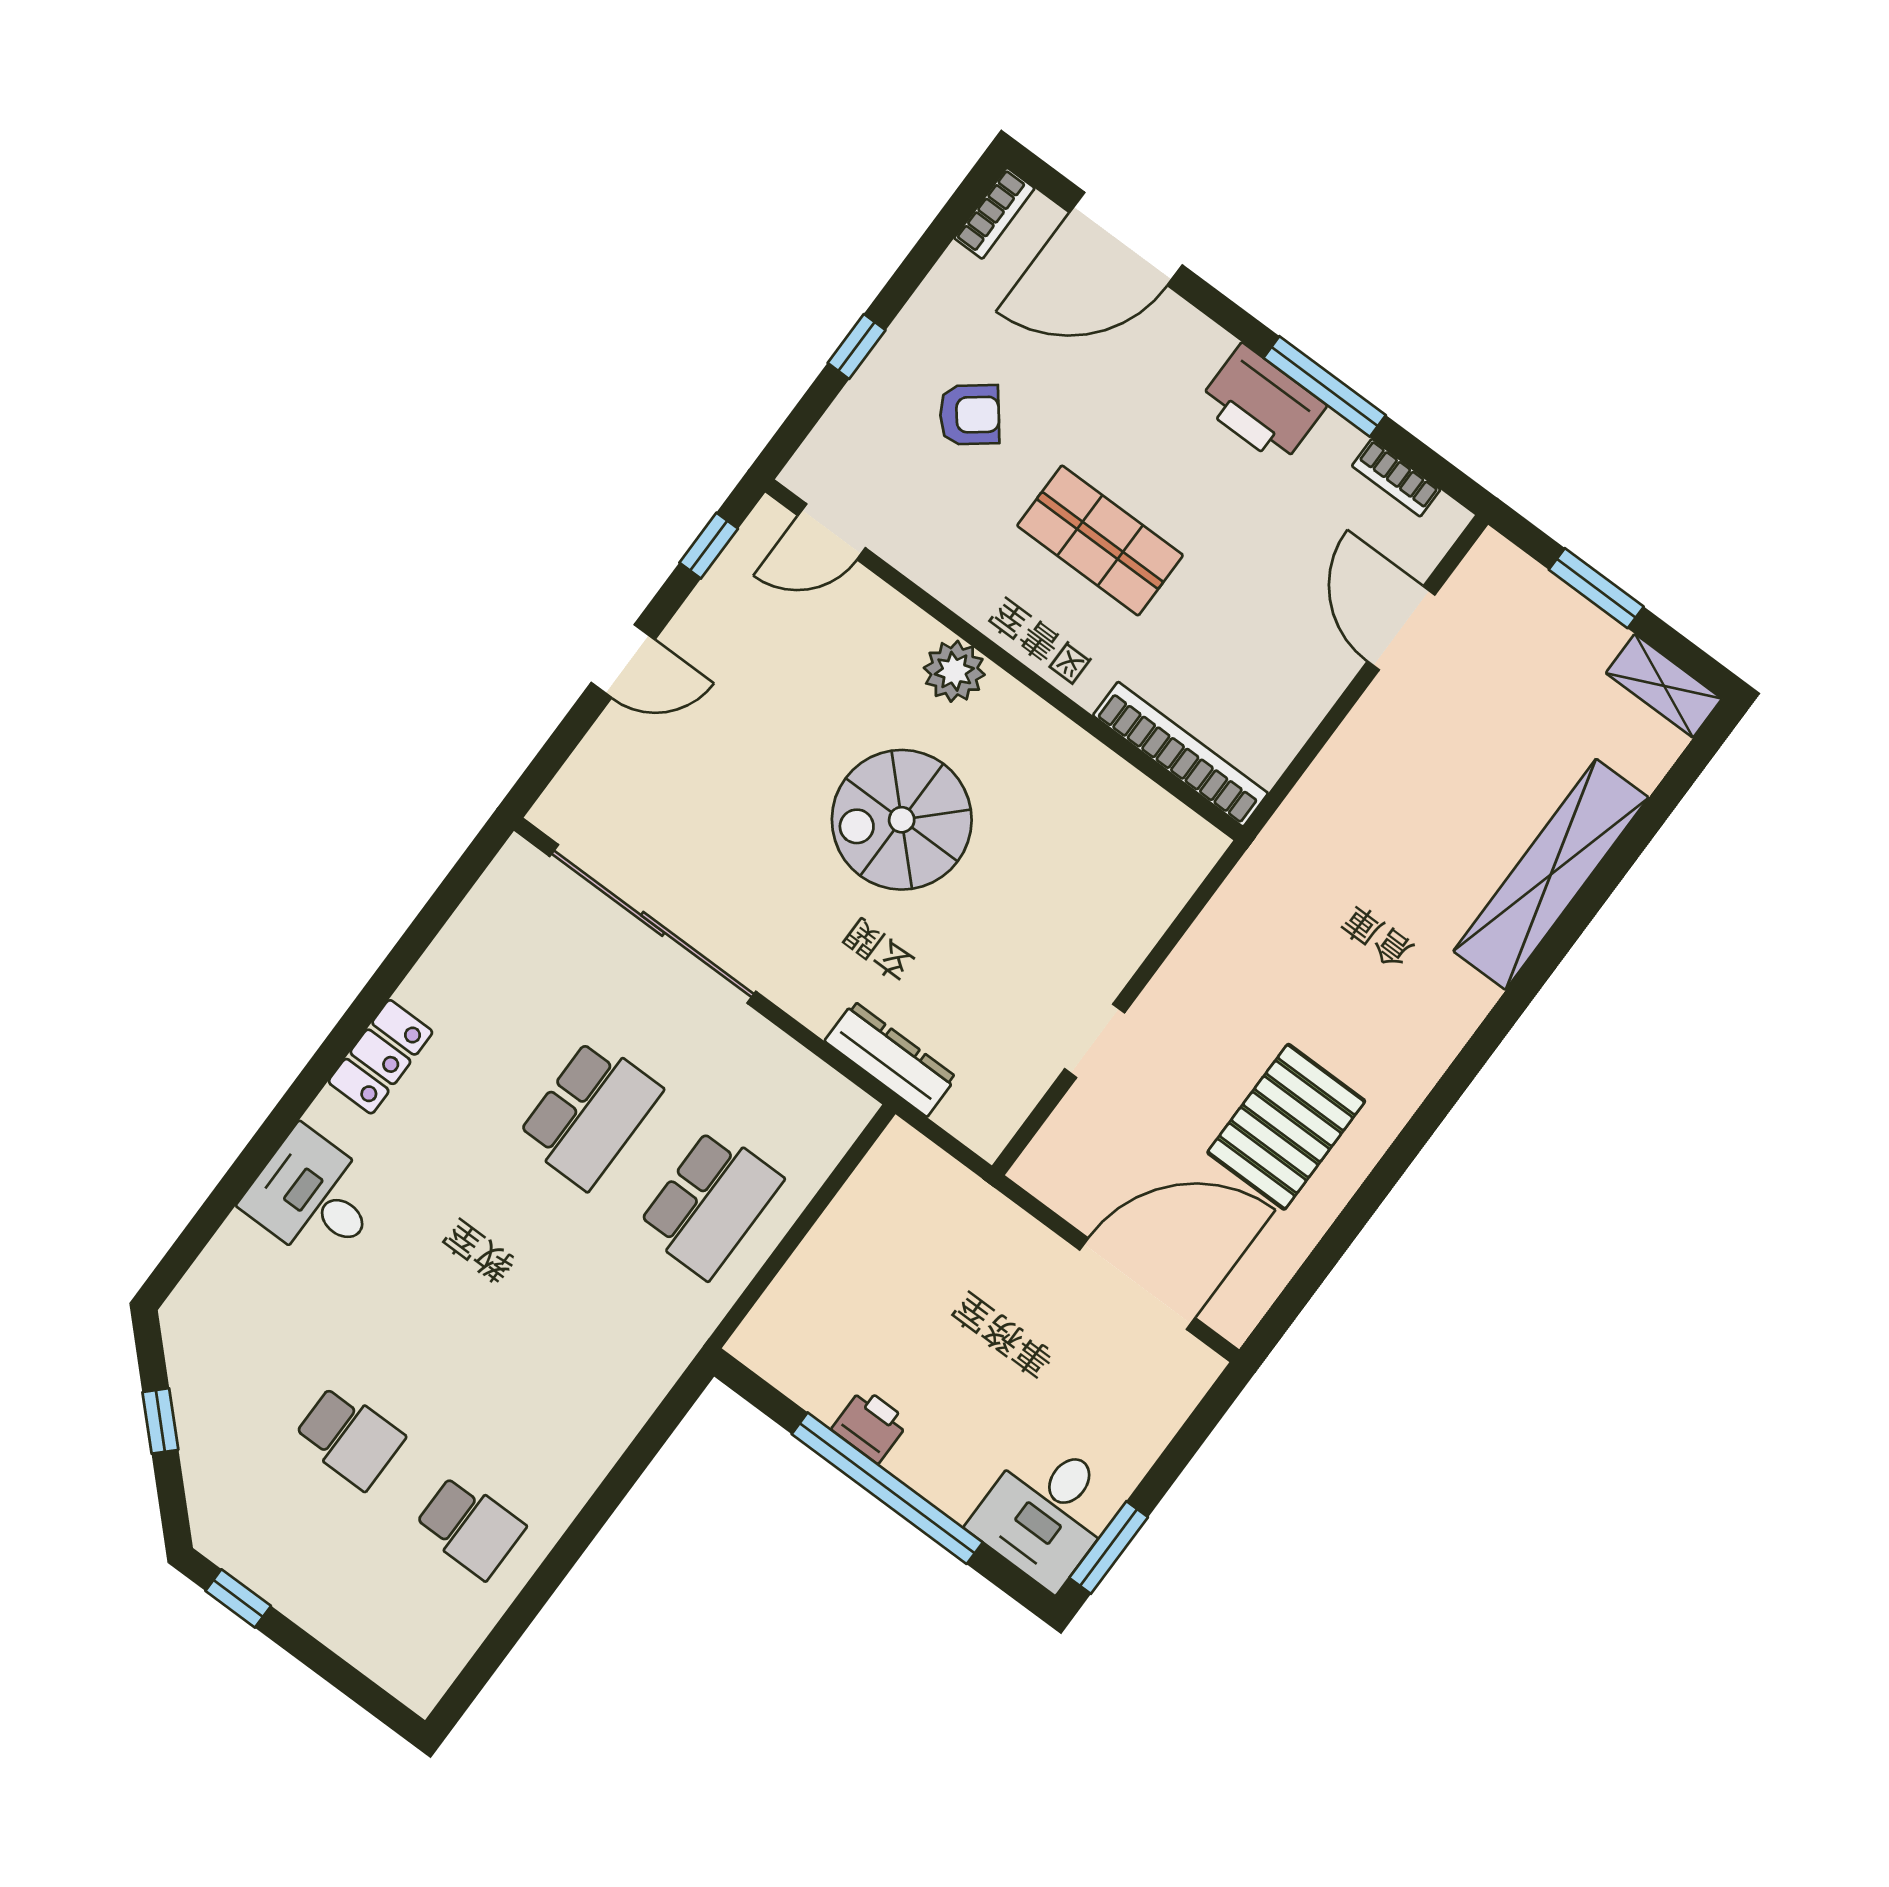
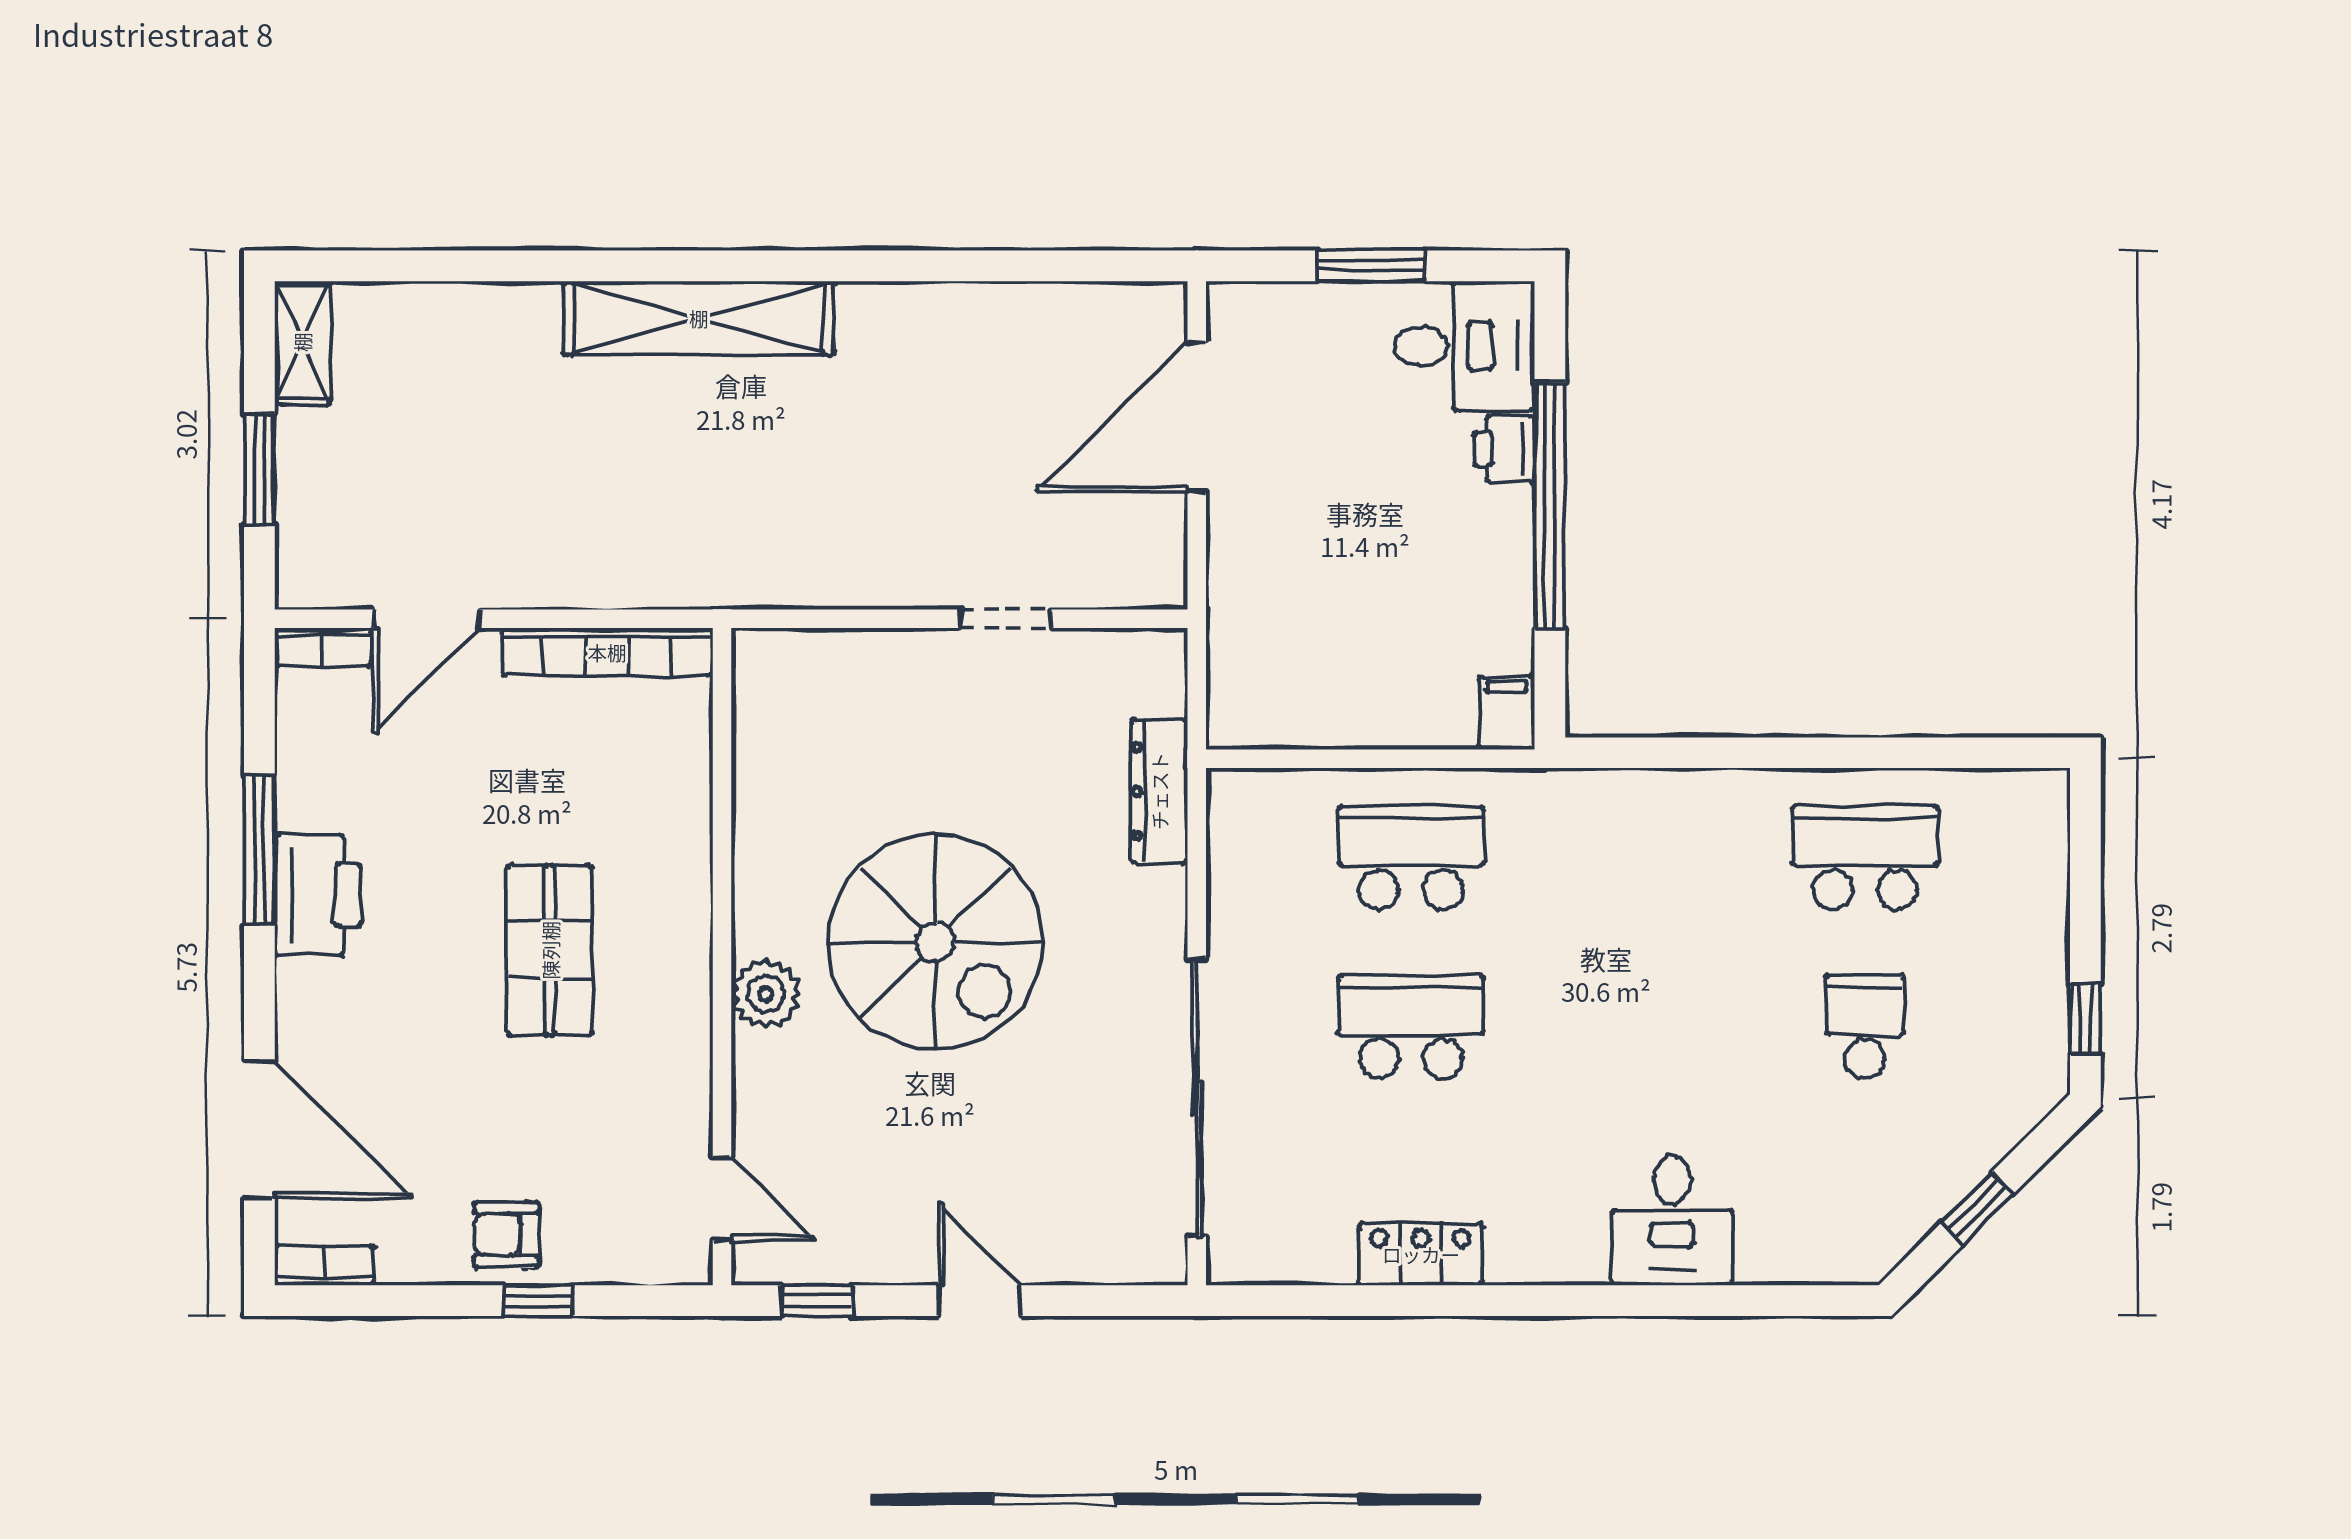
armchair: (970, 415) -> (506, 1235), moved, turned -52
bookcase: (1396, 478) -> (323, 647), moved, turned 90
bookcase: (1181, 754) -> (607, 652), moved, turned -90
spiral stairs: (902, 820) -> (935, 942), width x1.37, depth x1.37
shelving: (1551, 874) -> (699, 318), moved
locker: (380, 1057) -> (1421, 1254), moved
pallet: (1286, 1127) -> (955, 388), removed
door: (1137, 1284) -> (1197, 417), hinge flipped
filing cabinet: (763, 1348) -> (1507, 713), added
printer: (870, 1425) -> (1504, 449), moved
school desk: (470, 1527) -> (1865, 857), width x1.85
window: (1109, 1547) -> (1372, 266), moved

